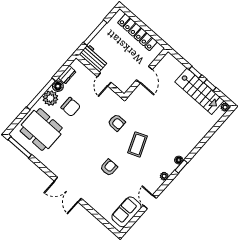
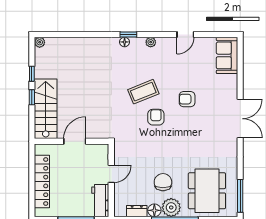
stairs: (199, 91) -> (46, 109), moved
armchair: (117, 123) -> (156, 117), moved
sofa: (127, 212) -> (227, 55), moved, turned 90

